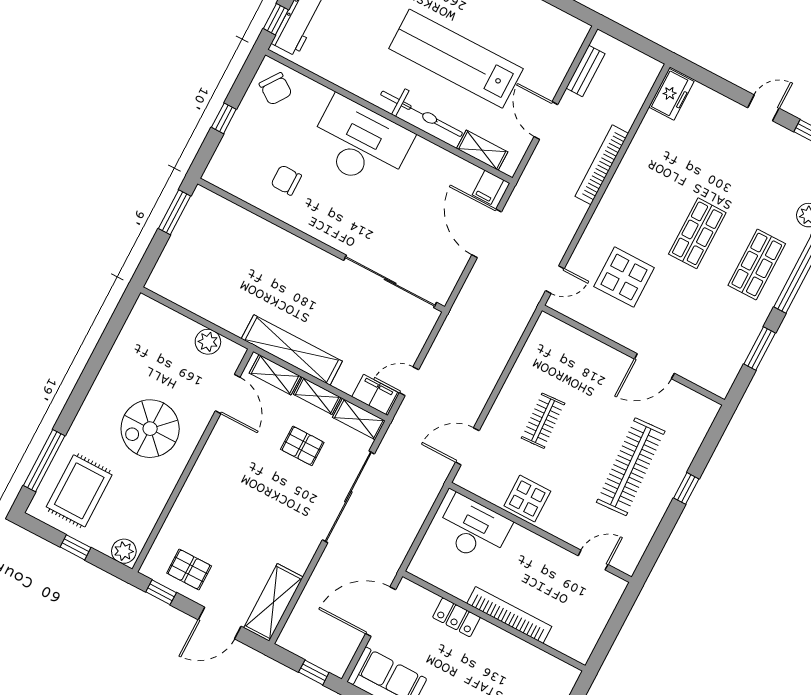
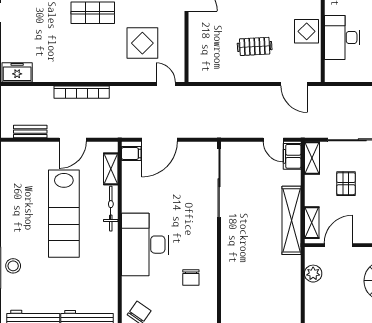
bicycle: (422, 114) -> (111, 209), width x0.73, depth x0.71
shelving: (317, 396) -> (311, 191), removed
desk: (473, 529) -> (342, 37), moved

